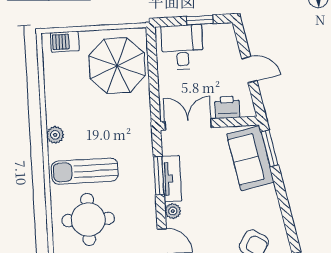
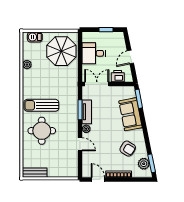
desk: (182, 47) -> (94, 53), moved, turned -90
door: (249, 70) -> (130, 57), swing flipped
plant: (55, 135) -> (27, 65), moved
sofa: (250, 158) -> (131, 114), moved

